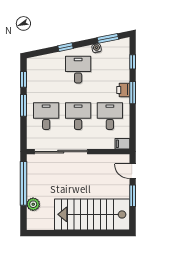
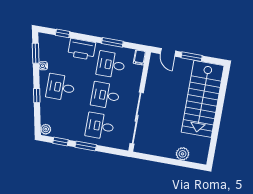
plant: (33, 62) -> (46, 129), added
printer: (123, 90) -> (82, 49), width x1.87, depth x1.48
window: (133, 93) -> (112, 42), moved
door: (133, 171) -> (168, 52), hinge flipped
window: (24, 183) -> (161, 160), removed

